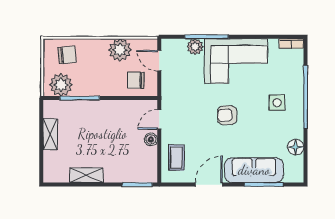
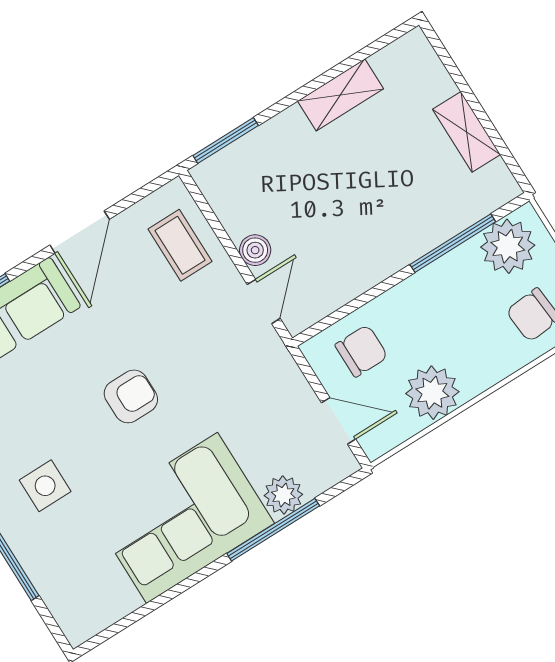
bookcase: (291, 44) -> (92, 624), removed

